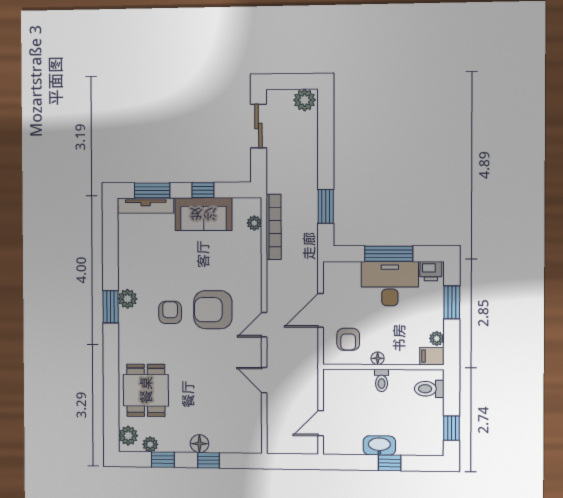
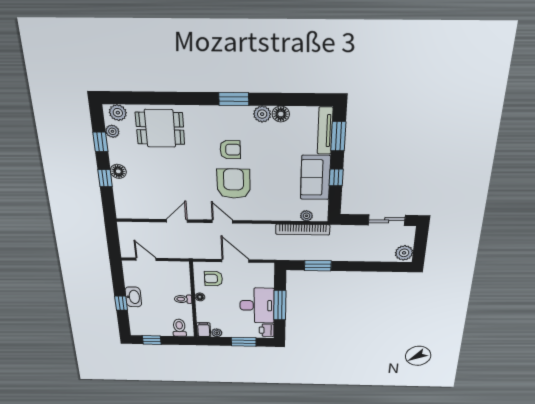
floor lamp: (127, 255) -> (281, 114), added
plant: (127, 299) -> (262, 114), moved

